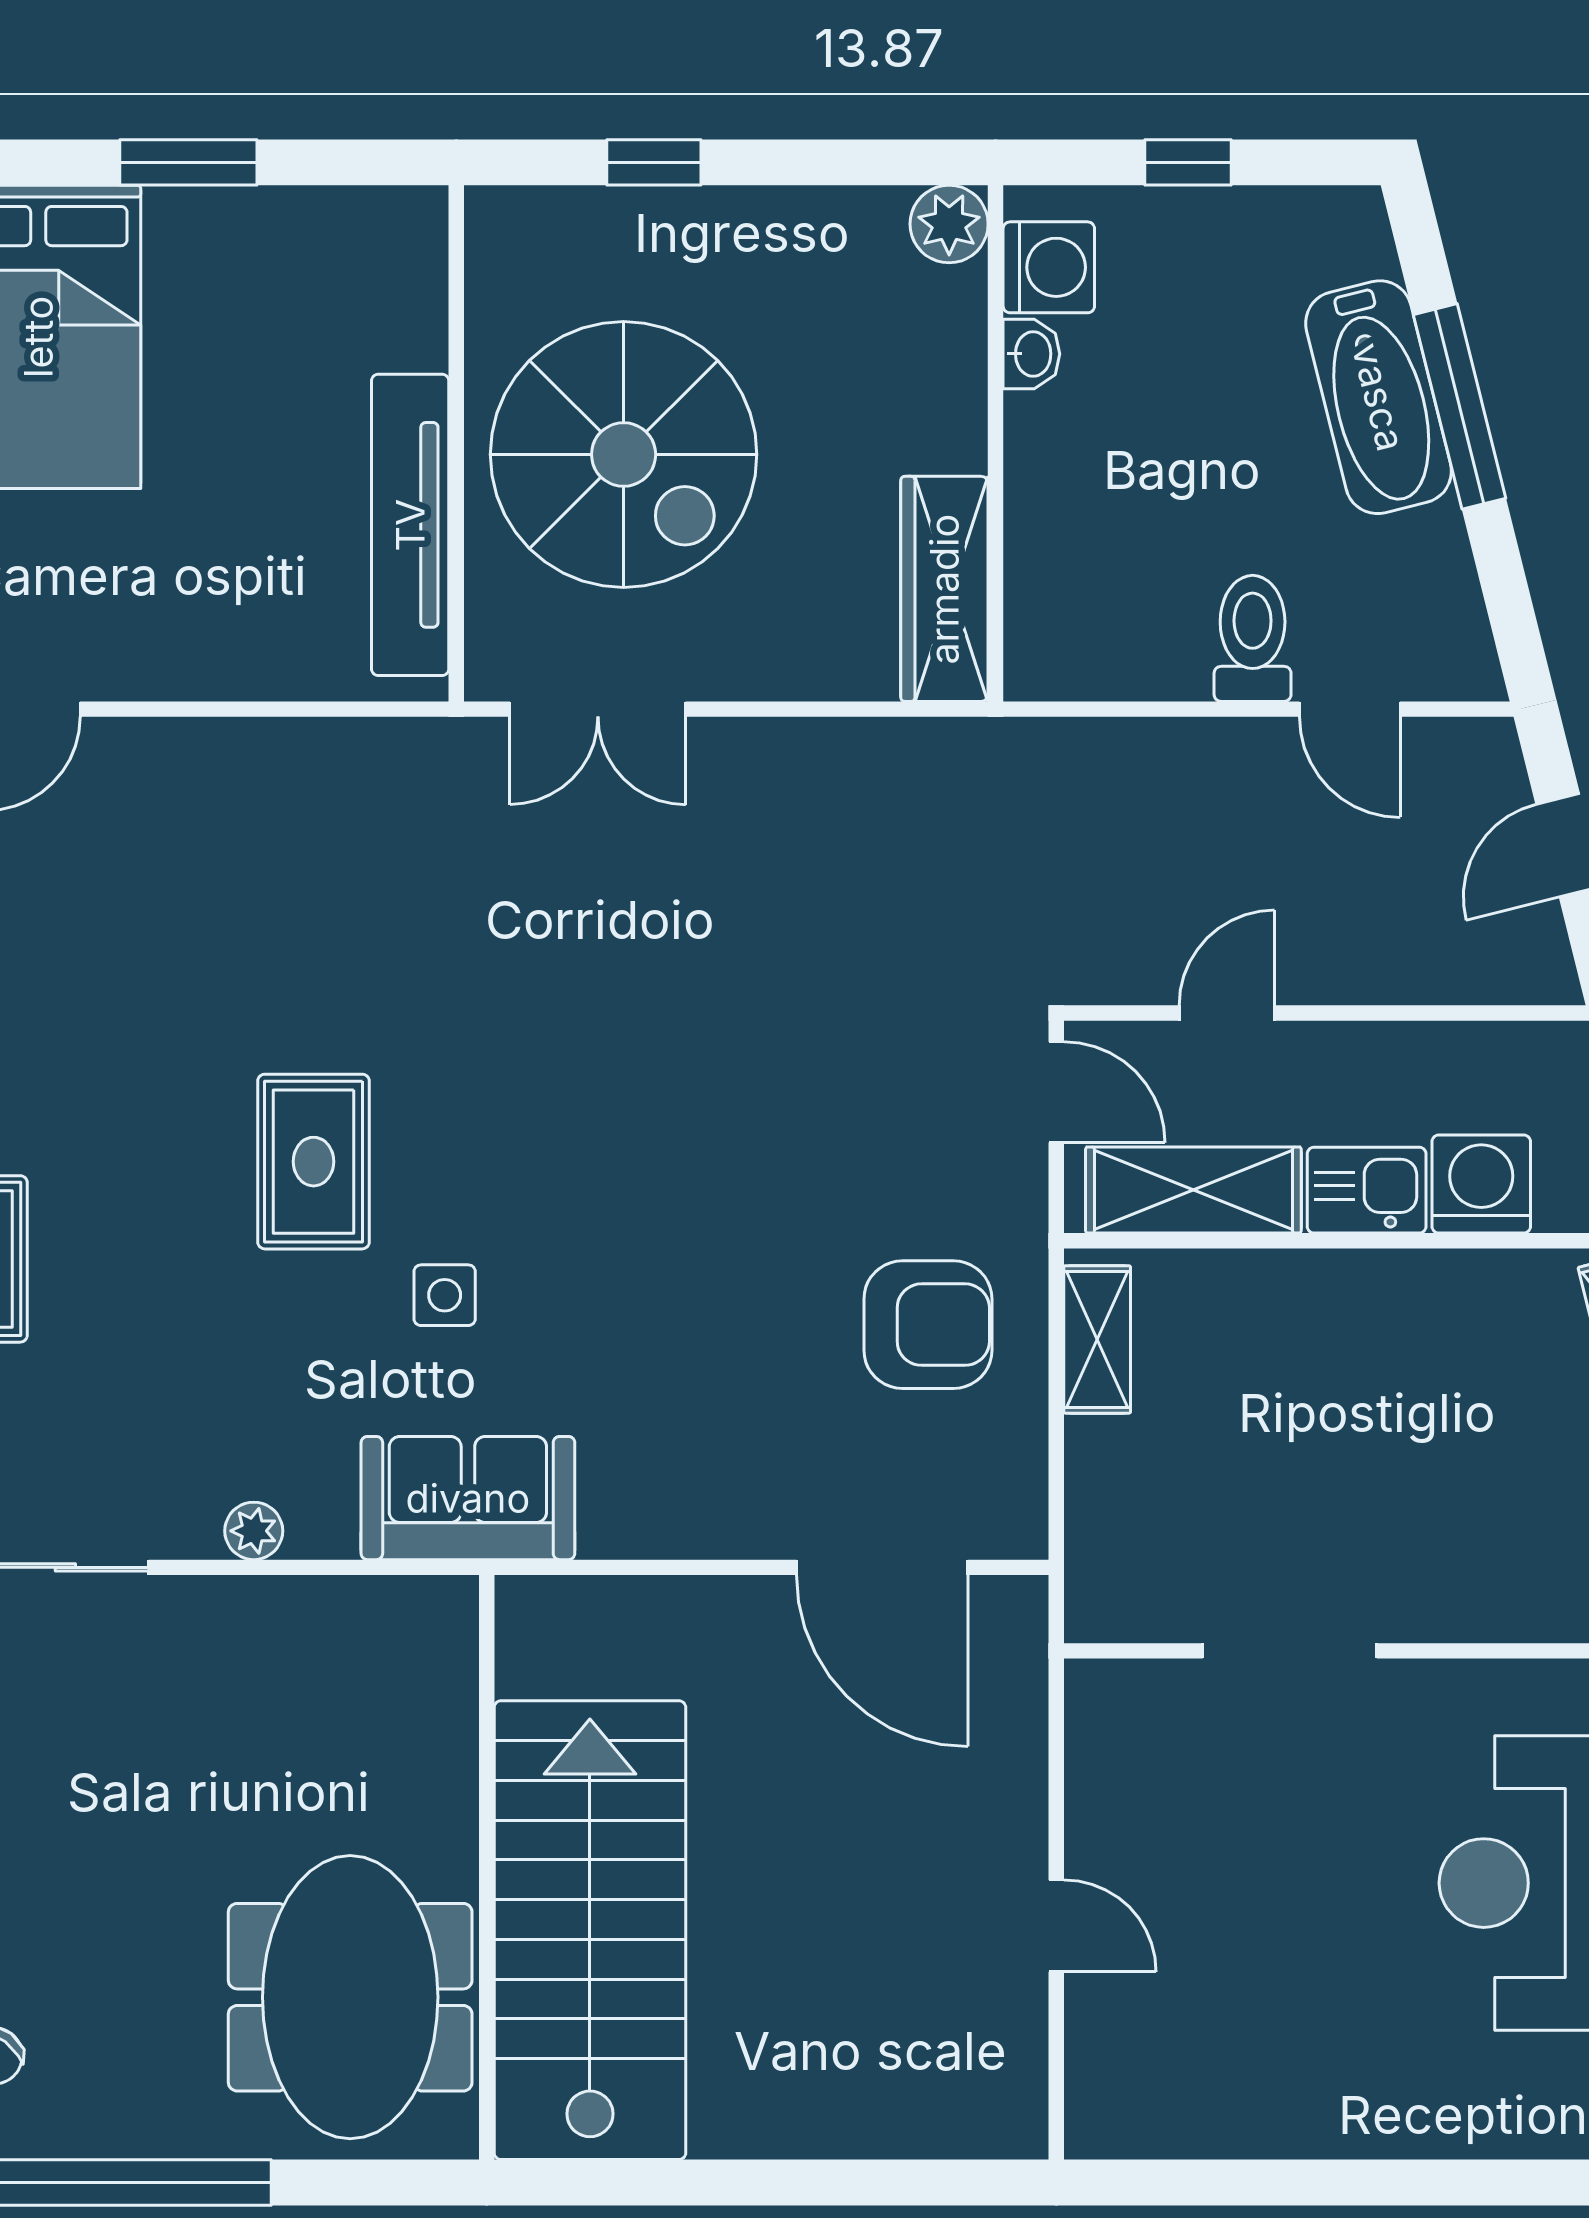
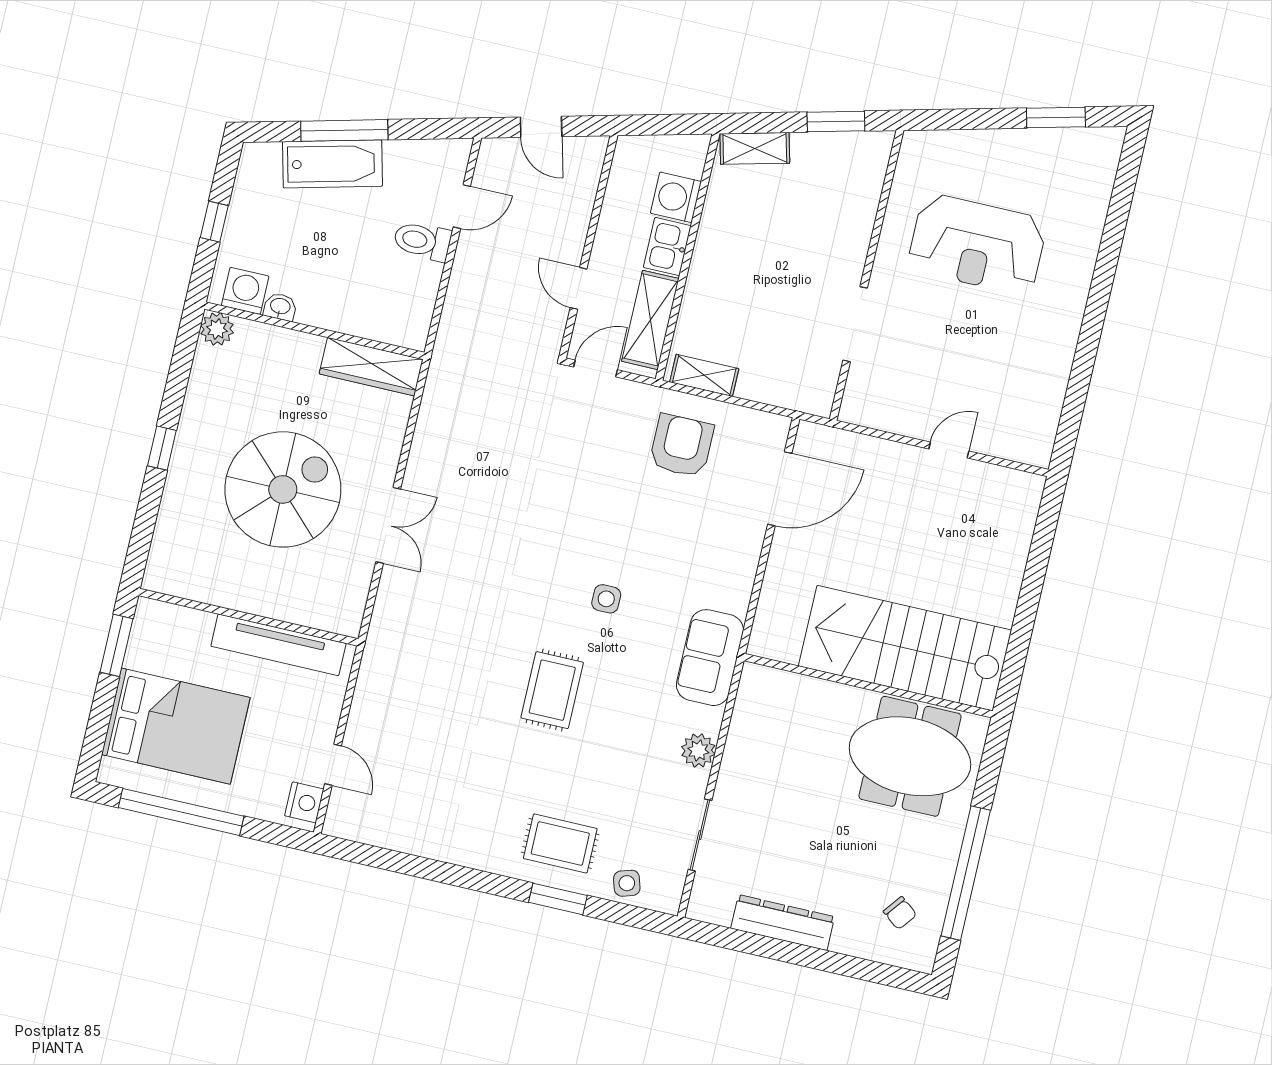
wall: (456, 443) -> (248, 617), moved
tv unit: (410, 525) -> (278, 645), moved
rug: (314, 1162) -> (552, 690), turned 90
side table: (445, 1295) -> (606, 599), moved
plant: (254, 1531) -> (698, 750), width x1.38, depth x1.38

